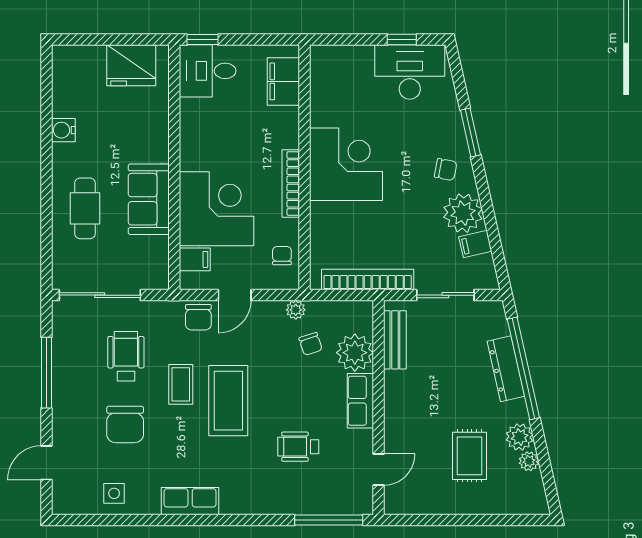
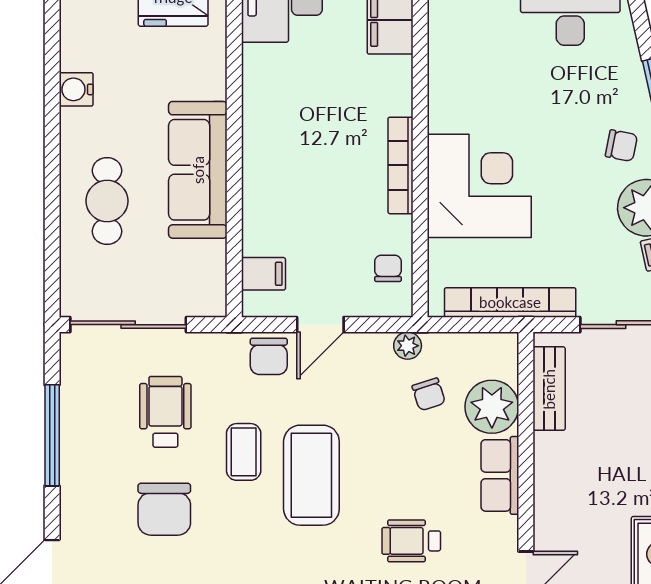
corner desk: (346, 164) -> (479, 186), moved
sofa: (149, 199) -> (198, 170), width x1.36
corner desk: (216, 209) -> (295, 201), removed

